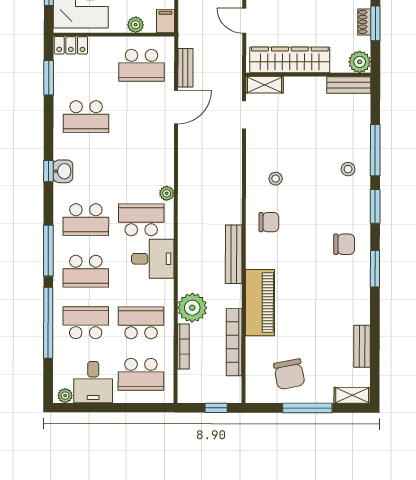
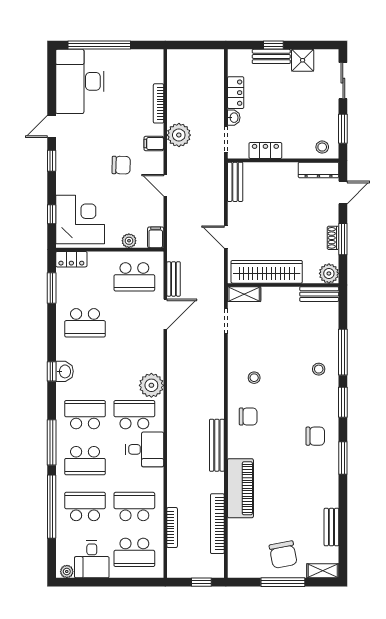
plant: (167, 193) -> (151, 385), width x1.87, depth x1.87
school desk: (86, 220) -> (85, 415), turned 180
plant: (192, 308) -> (180, 493), removed
chair: (289, 374) -> (283, 555), moved

